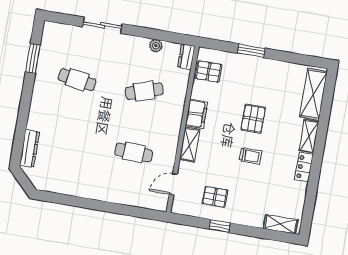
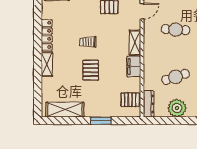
plant: (156, 46) -> (177, 108), width x1.88, depth x1.88
dresser: (186, 57) -> (149, 104), width x1.44
shelving: (313, 94) -> (65, 110), moved, turned 90
locker: (304, 167) -> (47, 35), width x1.53

